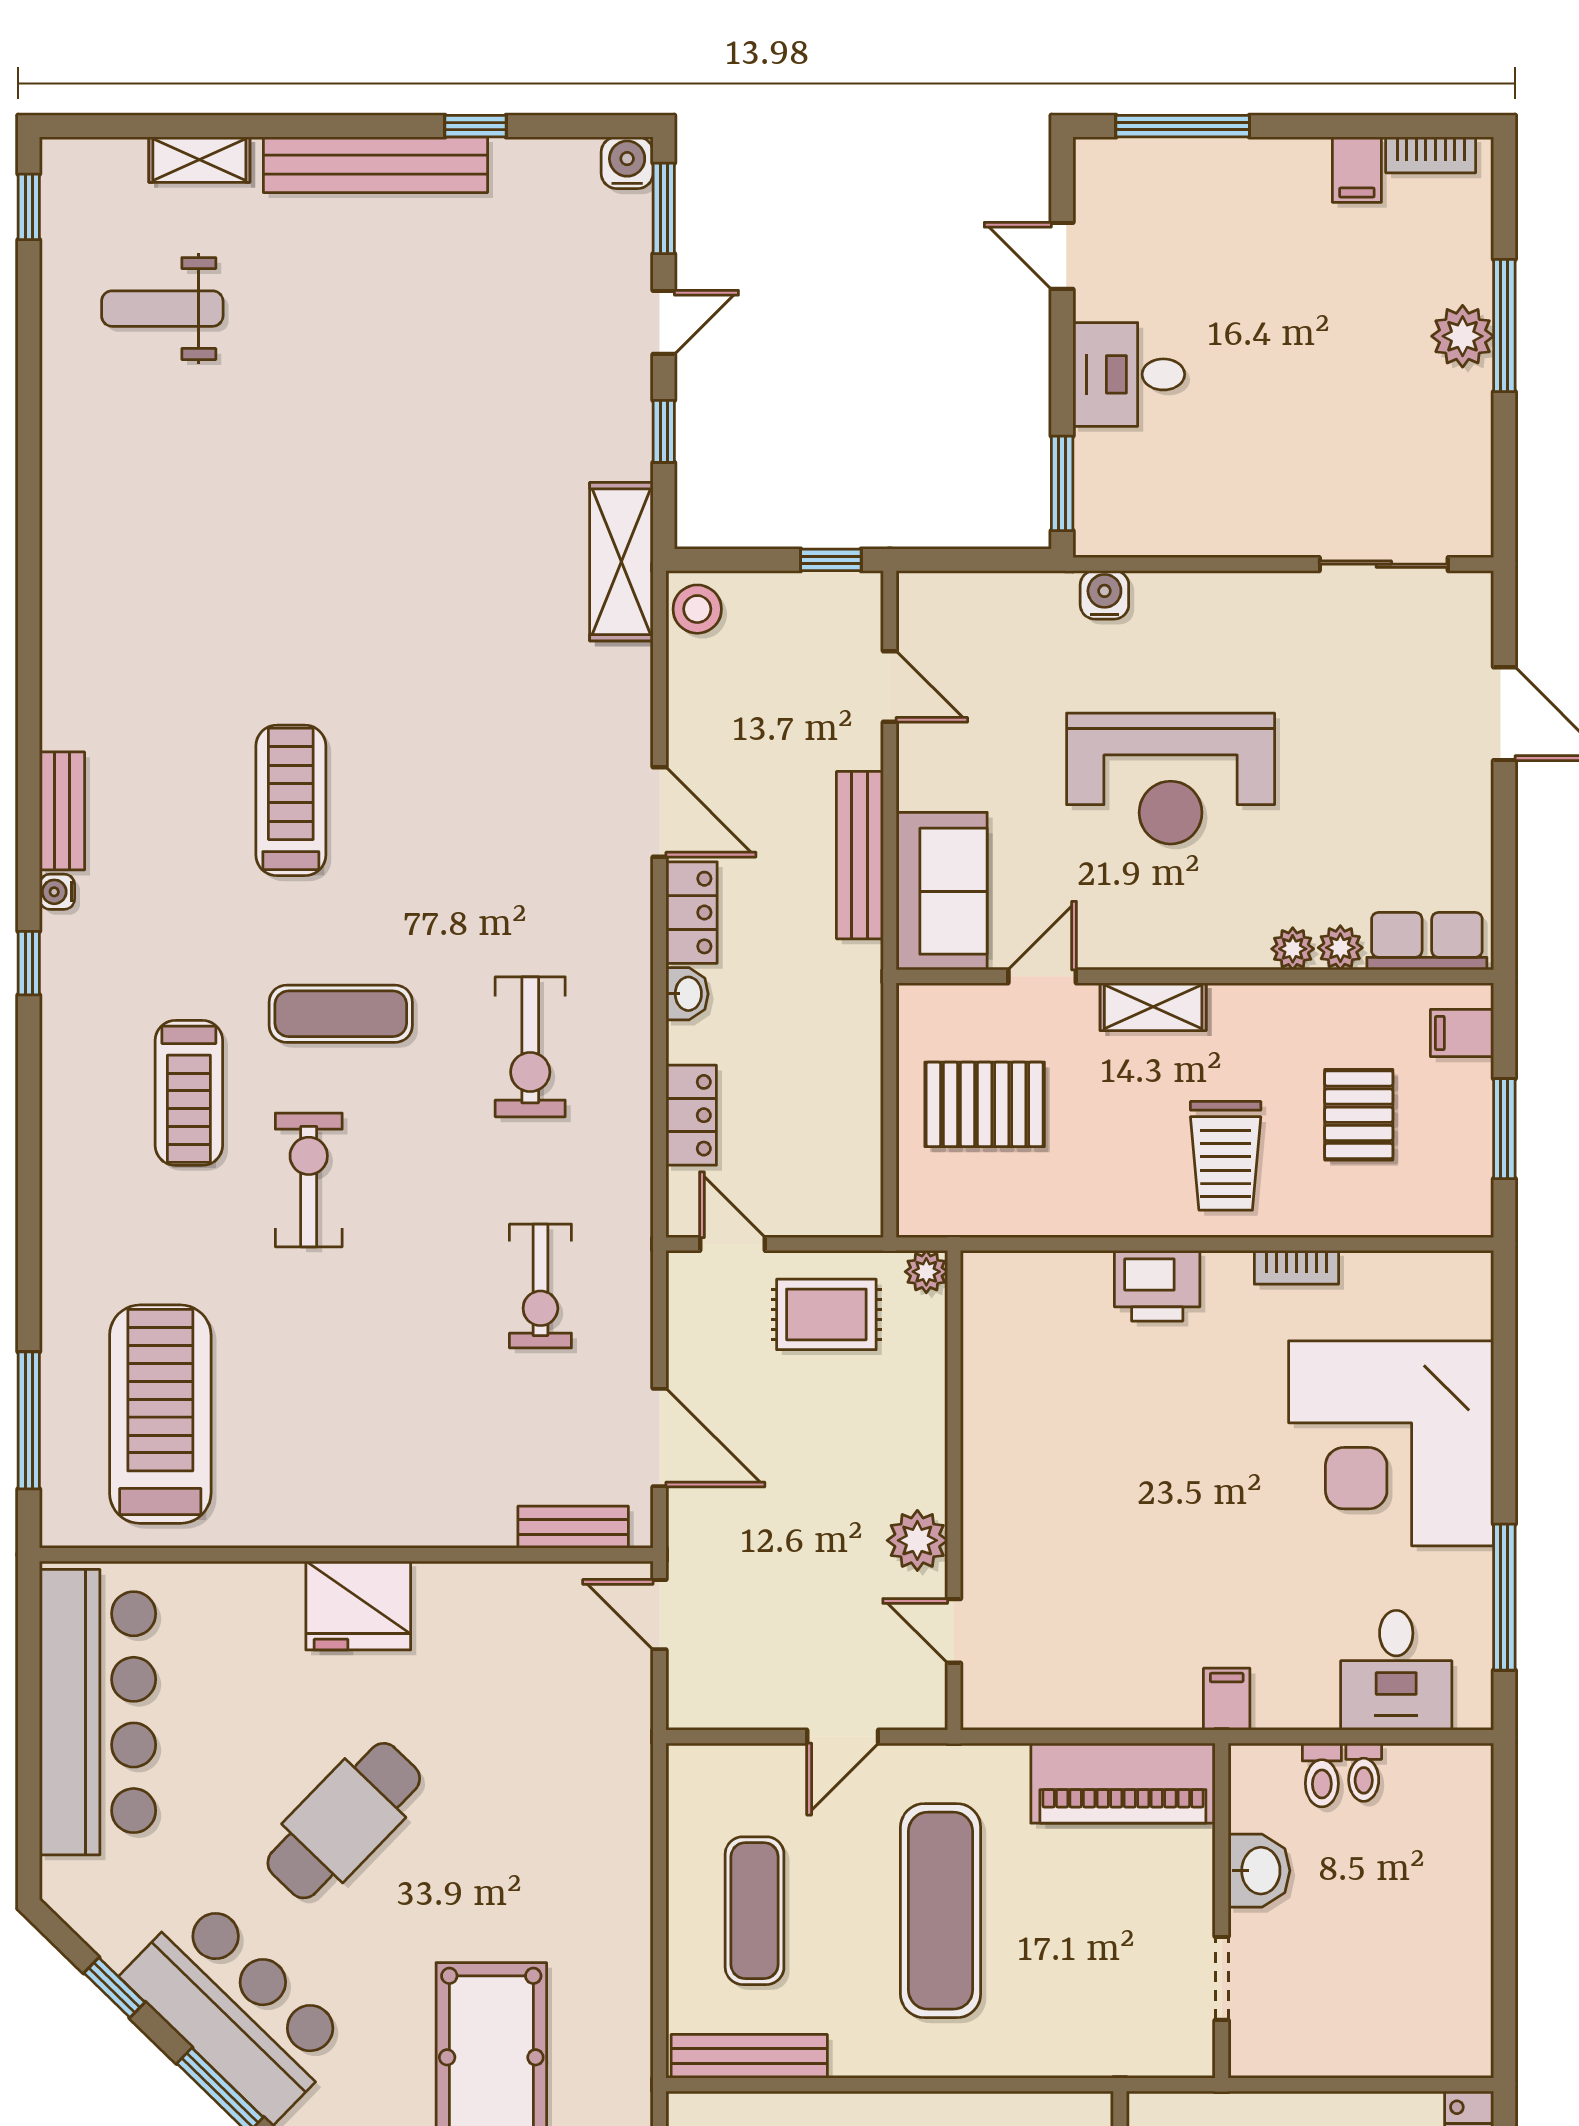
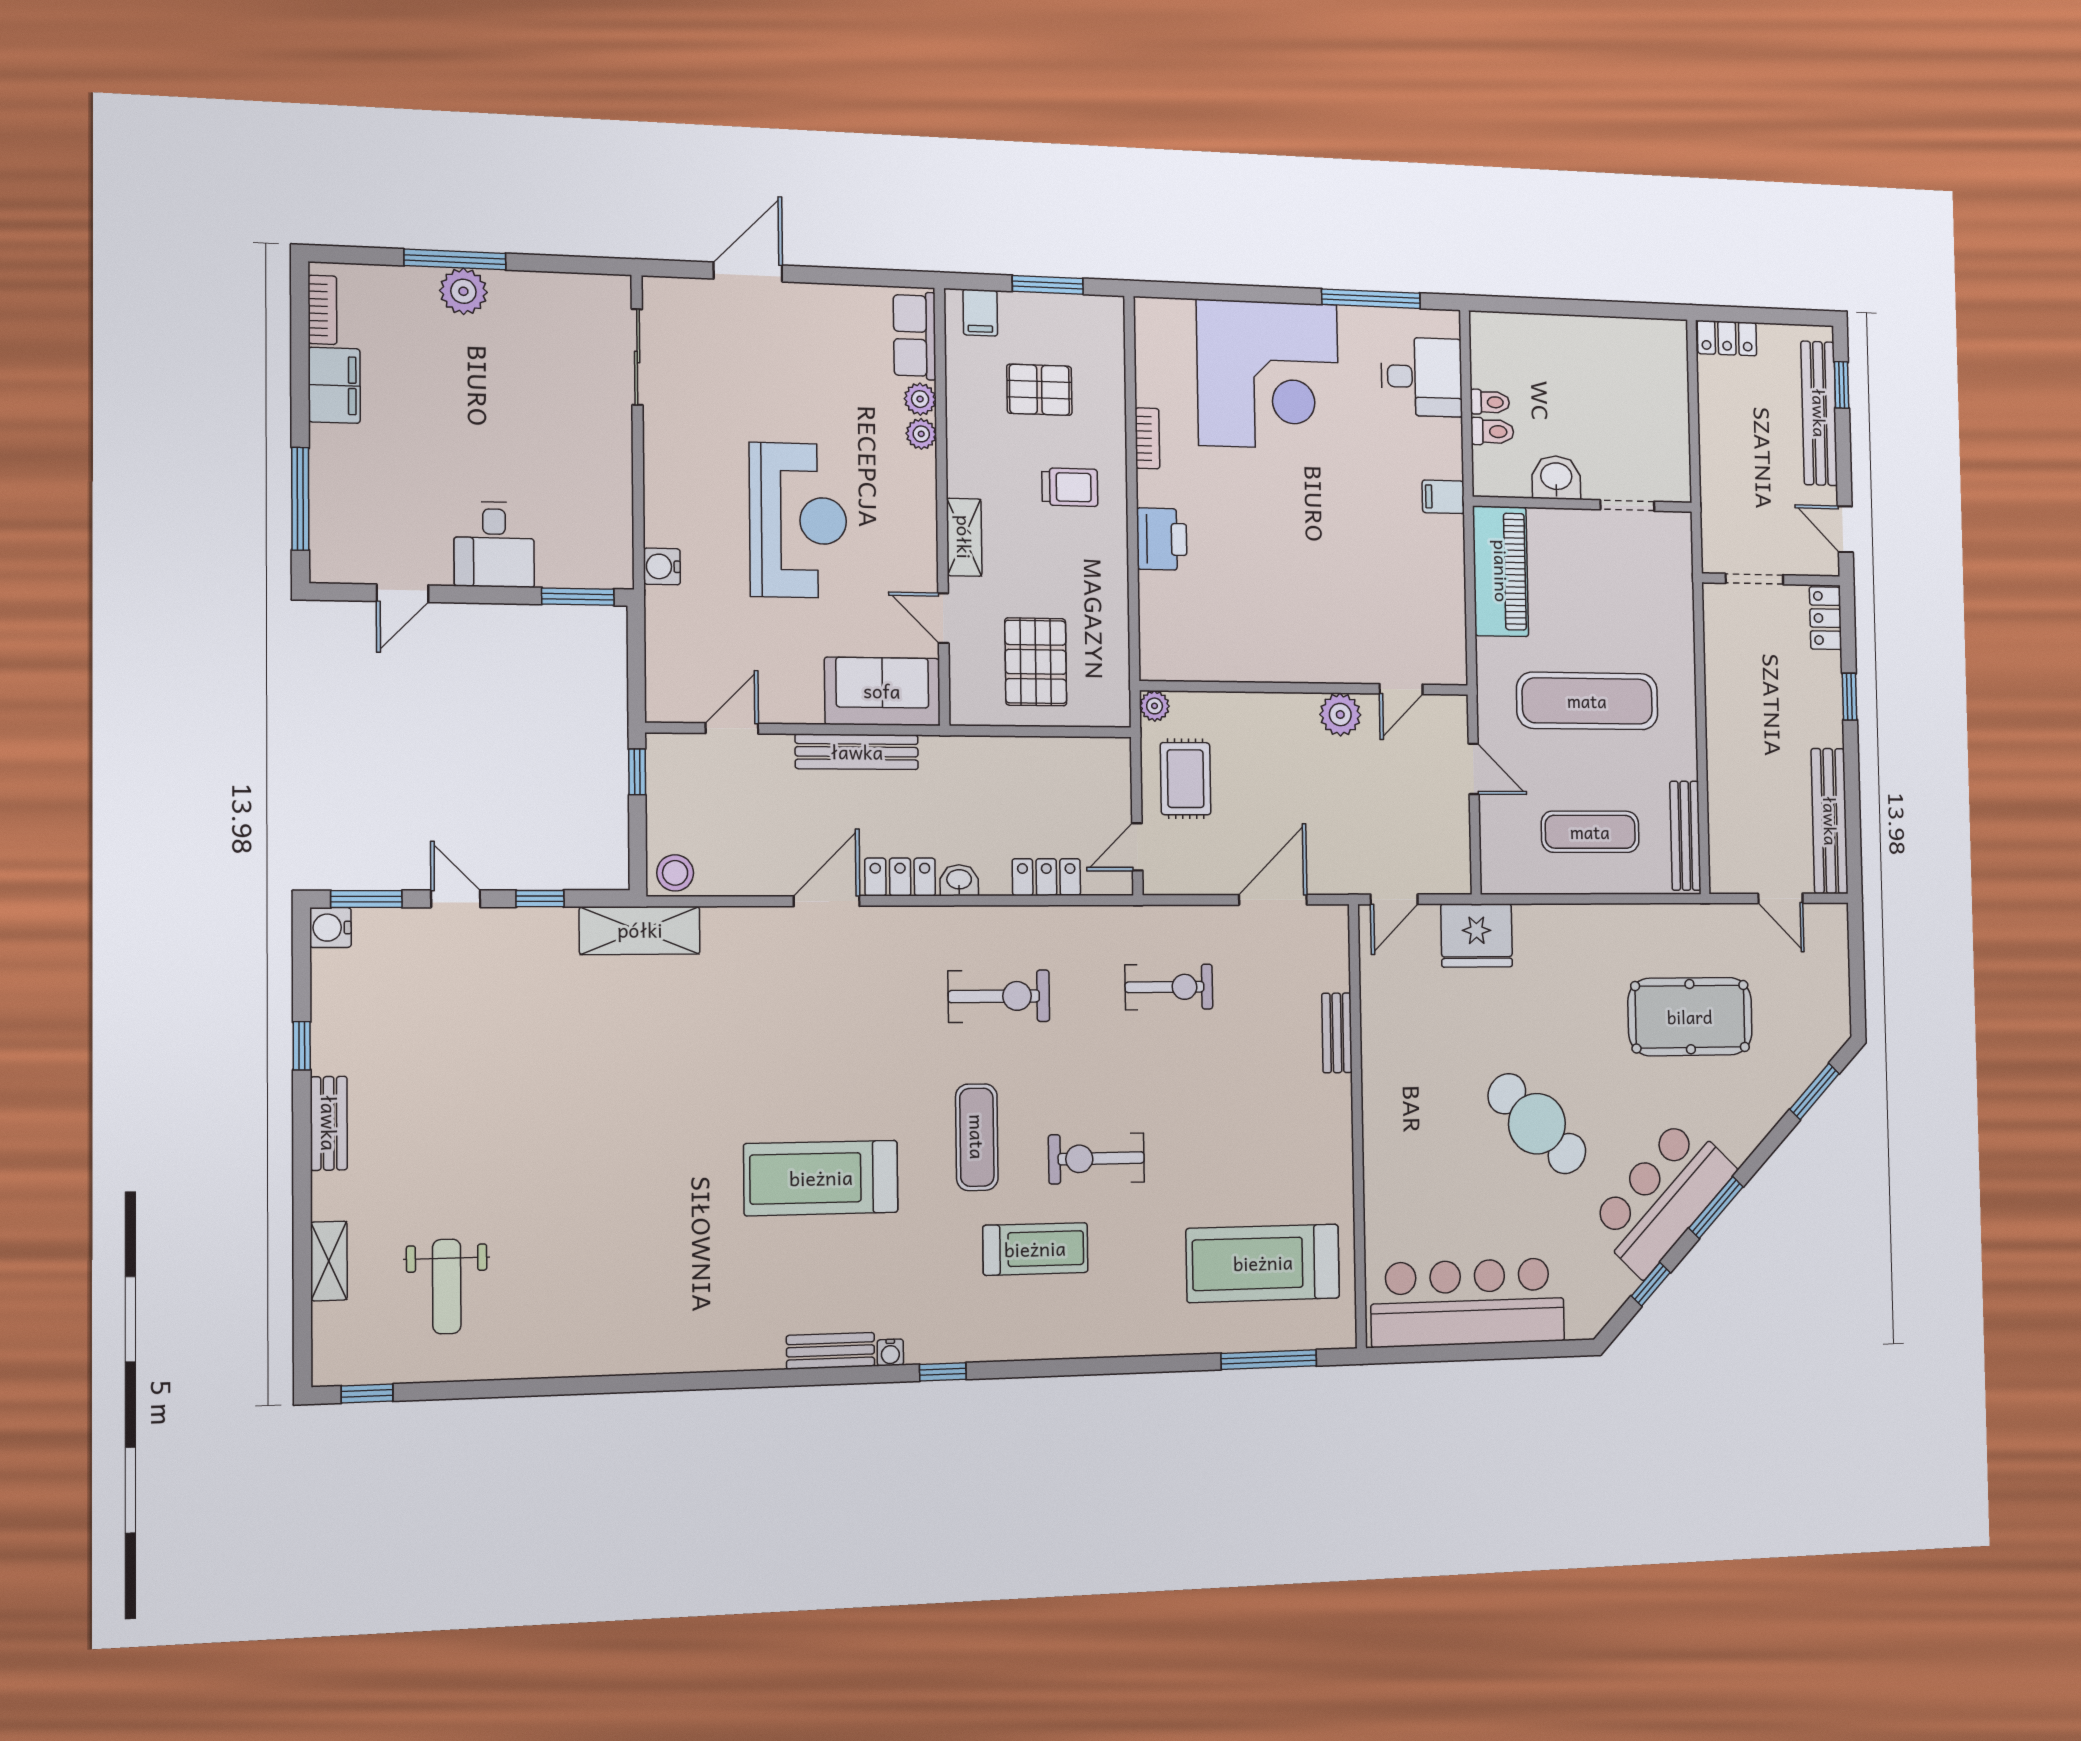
bench: (375, 165) -> (329, 1123), width x0.54, depth x0.82
filing cabinet: (1357, 170) -> (334, 385), width x2.00
treadmill: (291, 800) -> (821, 1178), width x1.37, depth x1.38
trolley: (1226, 1156) -> (1070, 487), width x0.73, depth x0.72
bench: (573, 1527) -> (1337, 1033), moved
fridge: (358, 1605) -> (1477, 935), moved, turned 90

